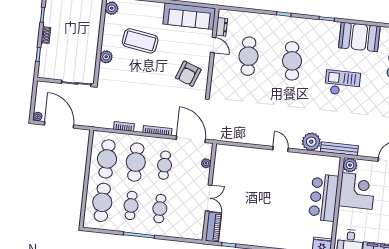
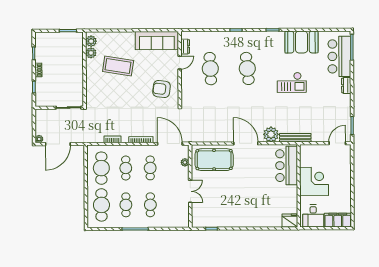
door: (213, 45) -> (180, 63), hinge flipped
plant: (106, 57) -> (91, 53), moved
armchair: (188, 74) -> (161, 89), turned 76
checkout: (342, 83) -> (292, 82), turned 180
door: (59, 125) -> (58, 144), swing flipped
door: (281, 149) -> (246, 143), width x1.87
cafe table: (136, 162) -> (126, 168), width x0.73, depth x0.74
pool table: (241, 164) -> (214, 160), added
plant: (350, 165) -> (306, 150), removed
corner desk: (357, 191) -> (314, 181), moved
bar counter: (324, 198) -> (287, 166), moved
piano: (213, 227) -> (197, 215), removed

